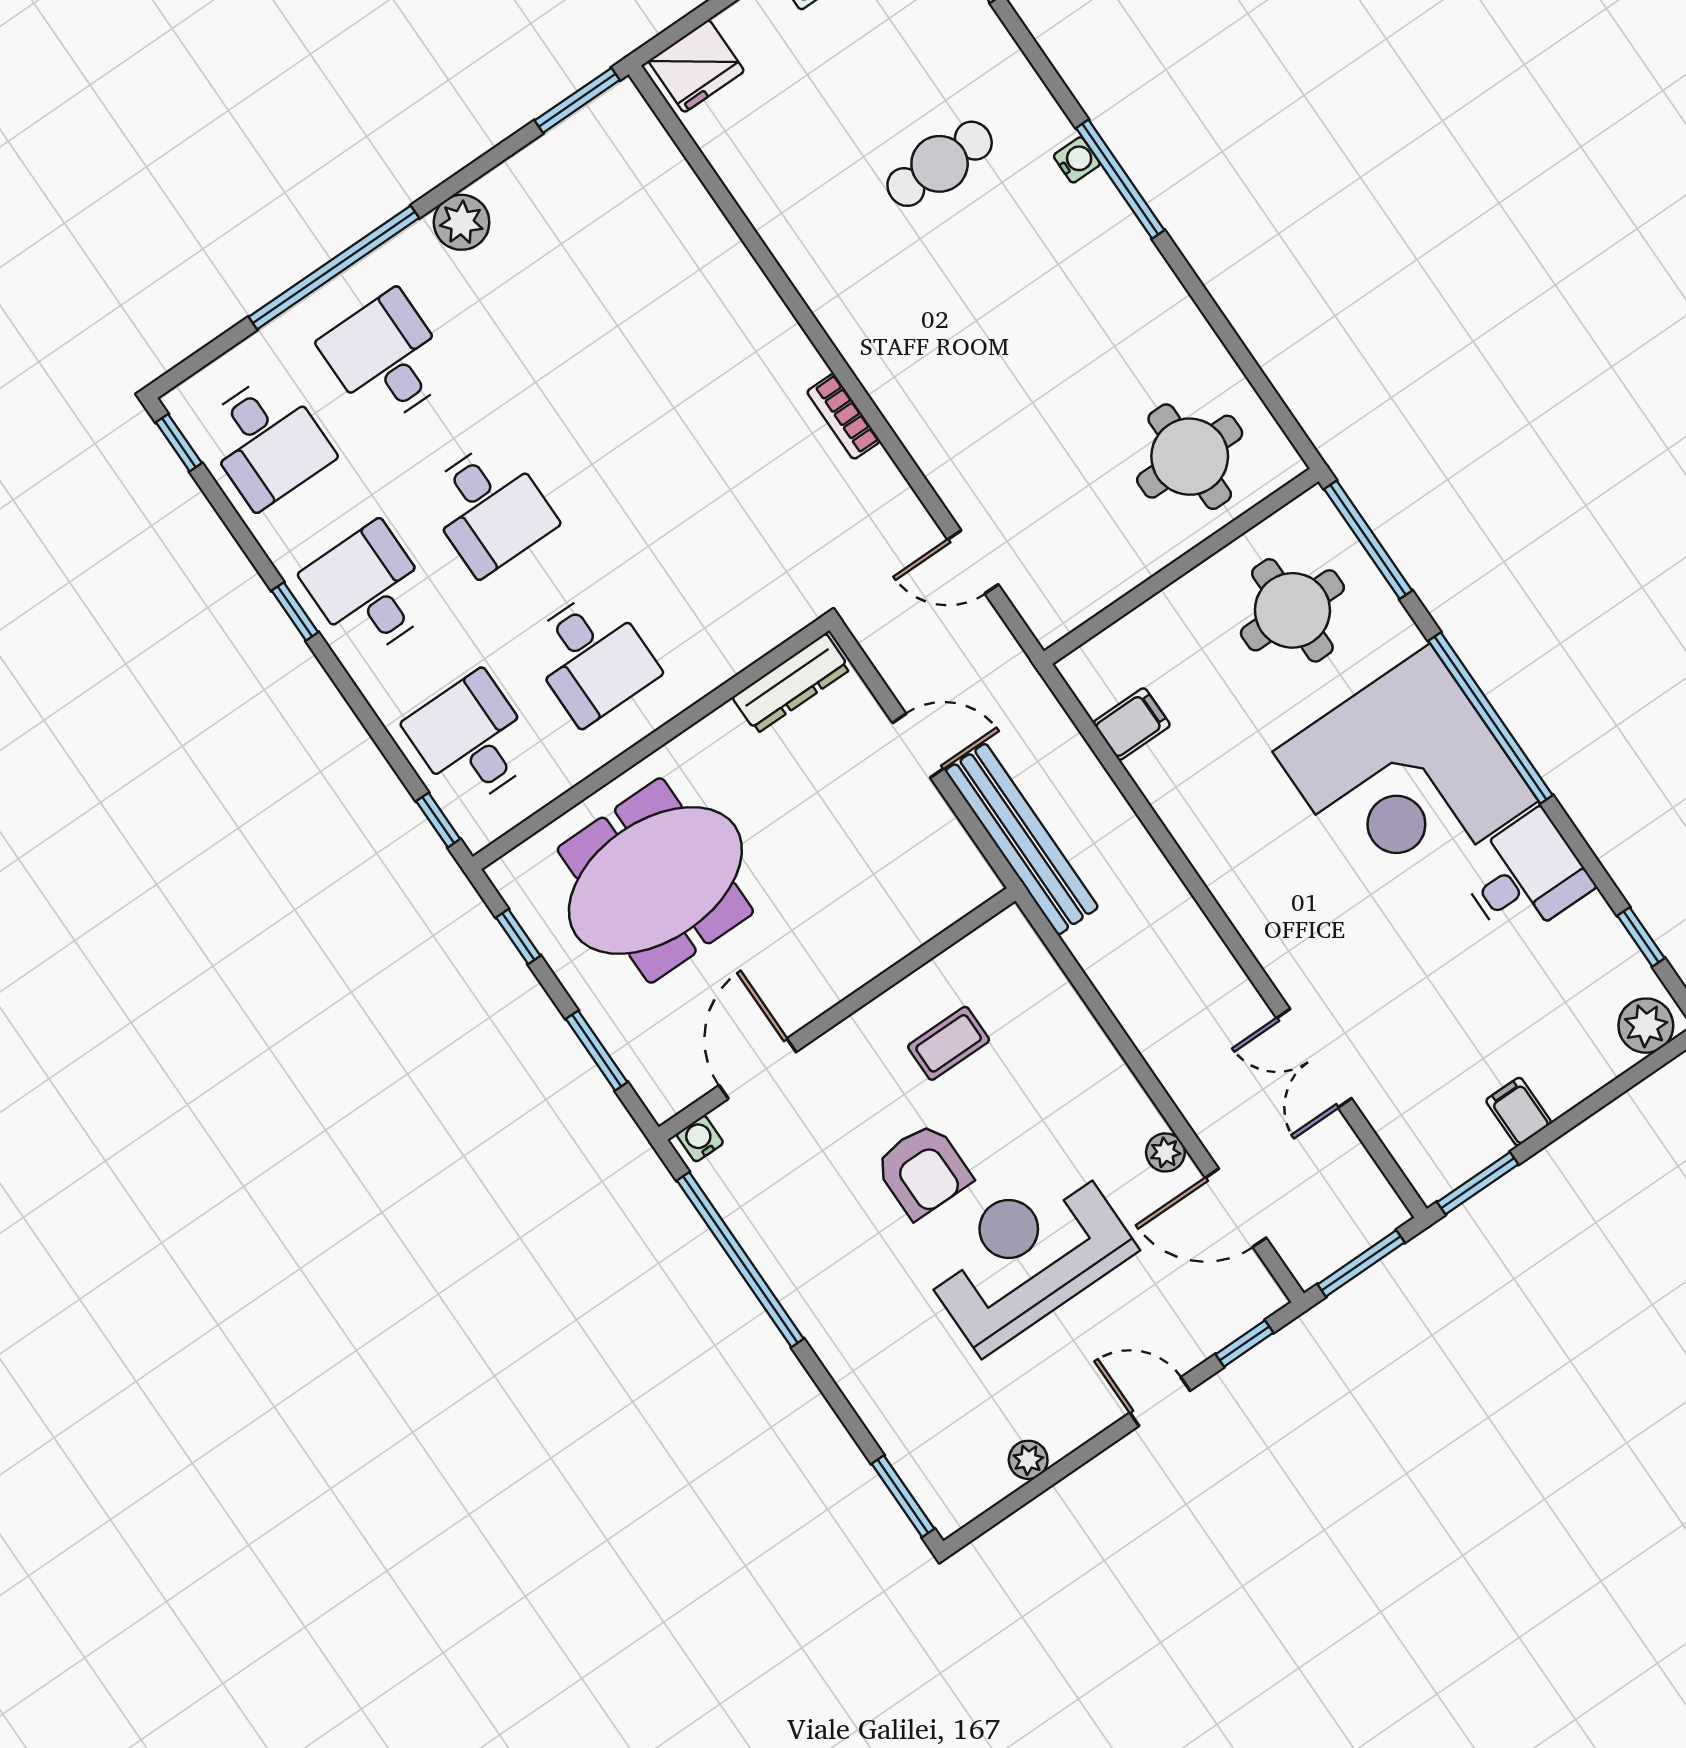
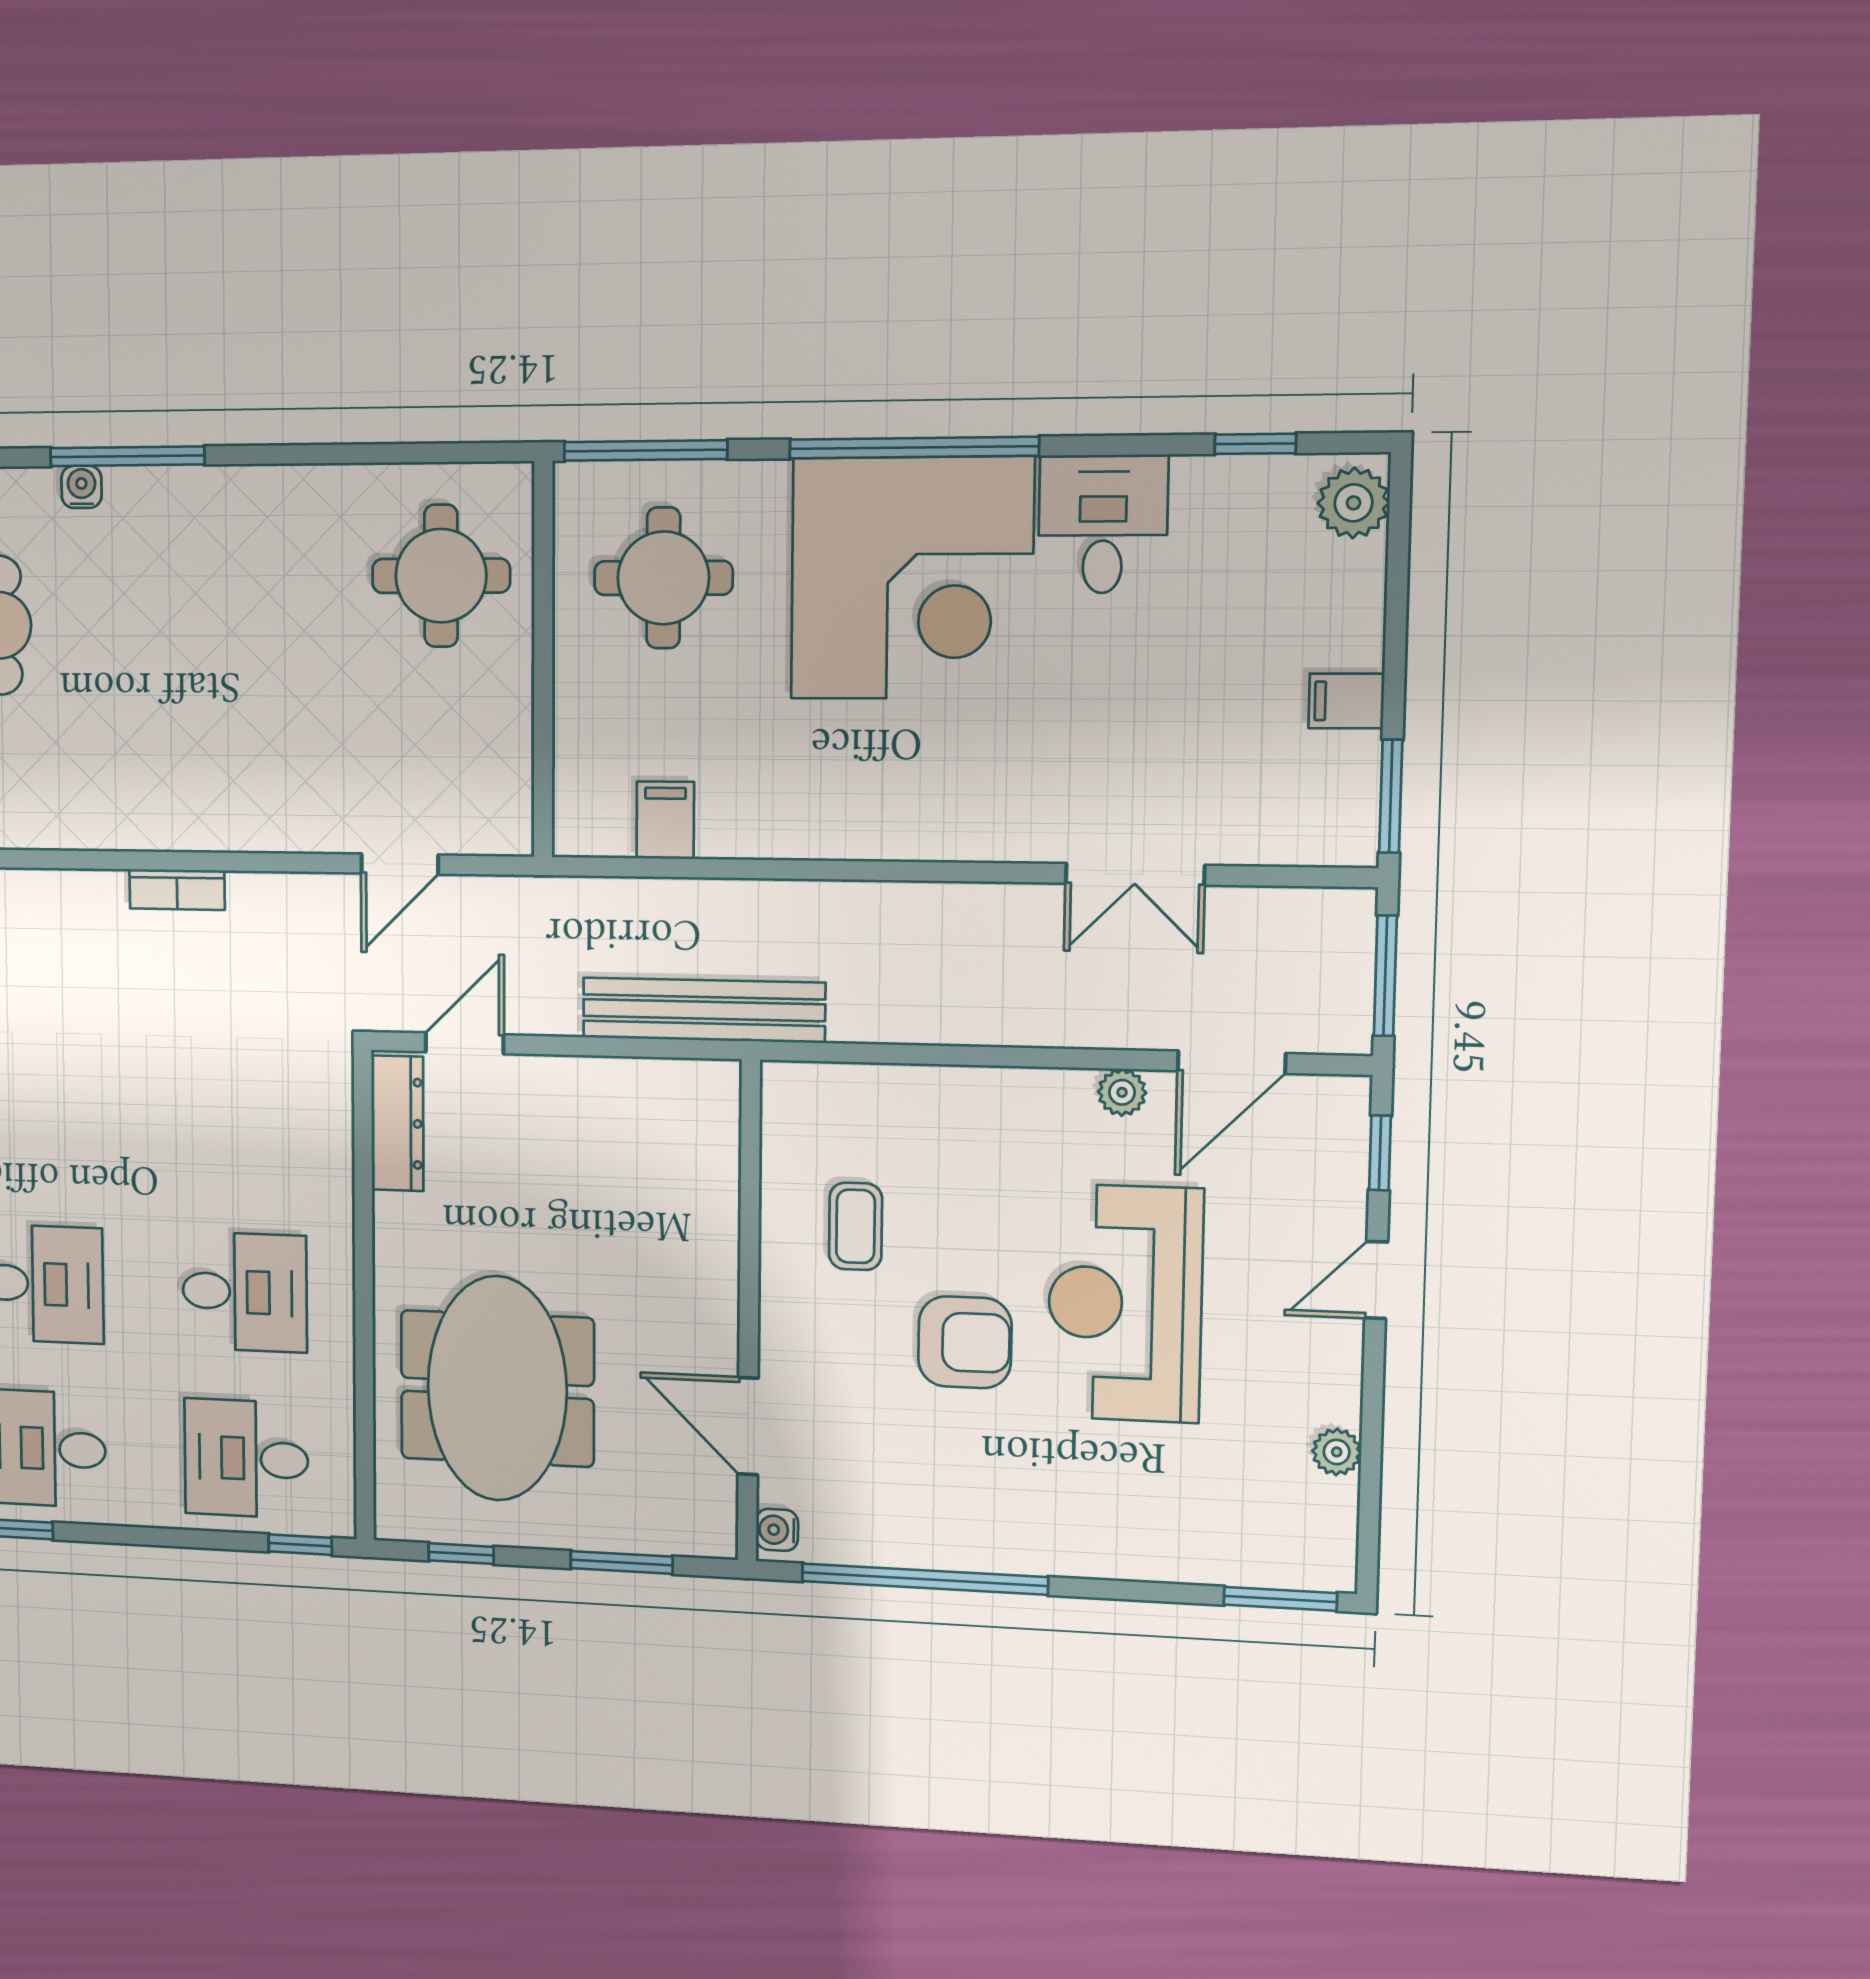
door: (918, 746) -> (465, 1043), moved

